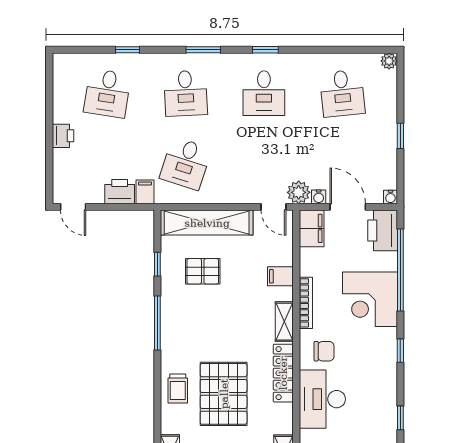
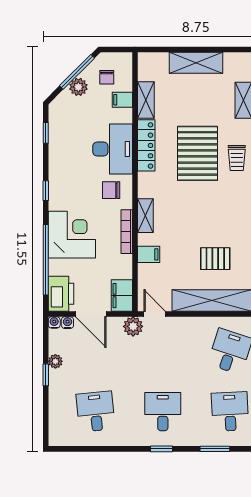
plant: (389, 61) -> (55, 361), moved
water cooler: (319, 197) -> (67, 323), moved
locker: (283, 373) -> (146, 145), moved
trolley: (178, 389) -> (237, 158), turned 180

